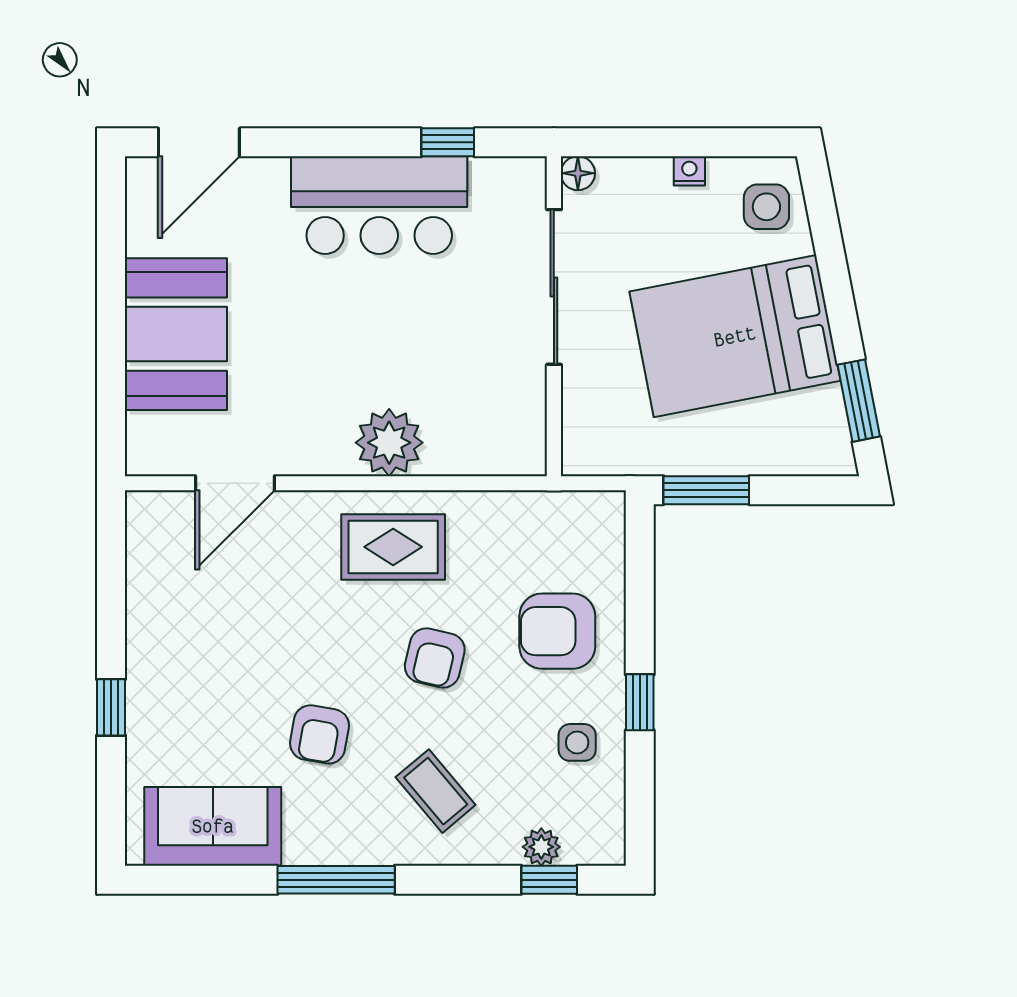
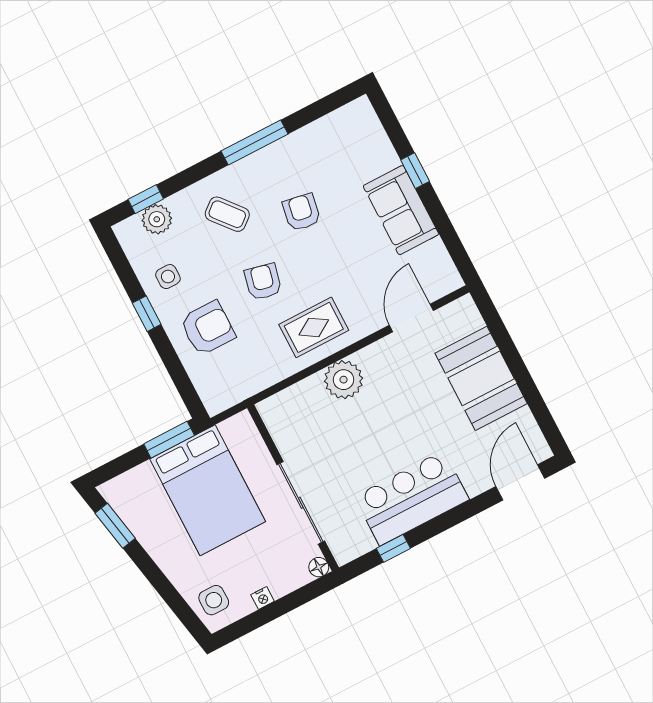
bed: (735, 336) -> (208, 490), moved, turned 101
sofa: (213, 826) -> (401, 210), moved, turned 90
plant: (541, 847) -> (157, 219), width x1.38, depth x1.38

